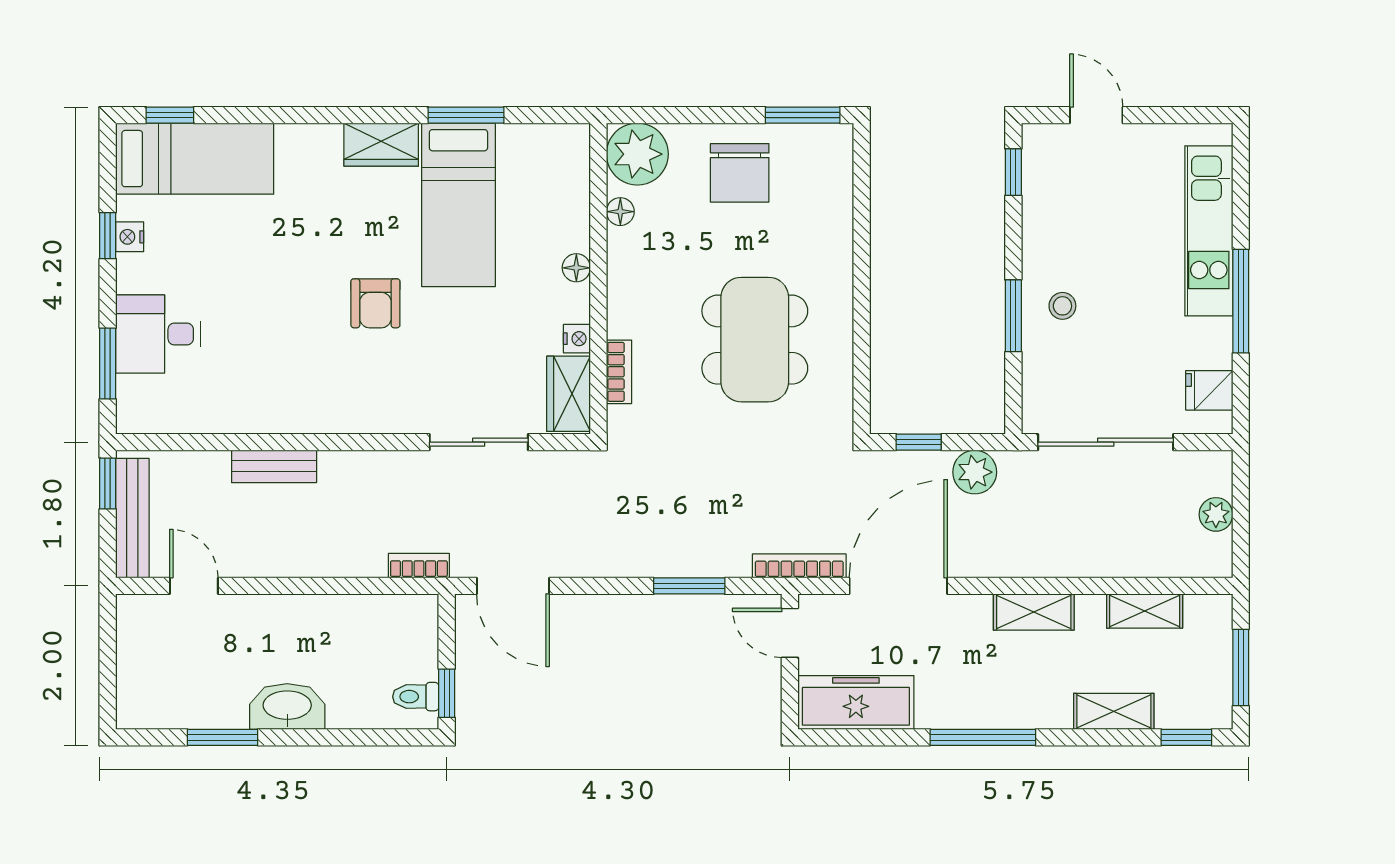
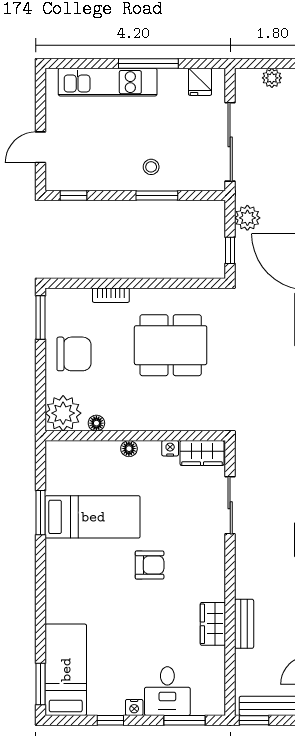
window: (170, 115) -> (40, 684), width x1.50
wardrobe: (381, 145) -> (213, 624), moved, turned 180
nightstand: (130, 237) -> (134, 707), moved
bookcase: (619, 372) -> (111, 295), moved, turned 180

